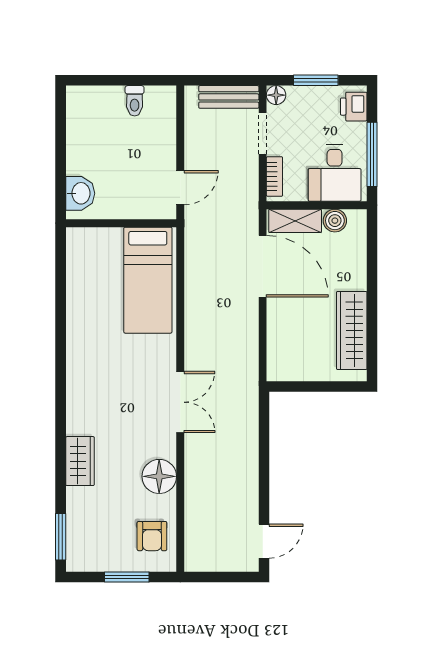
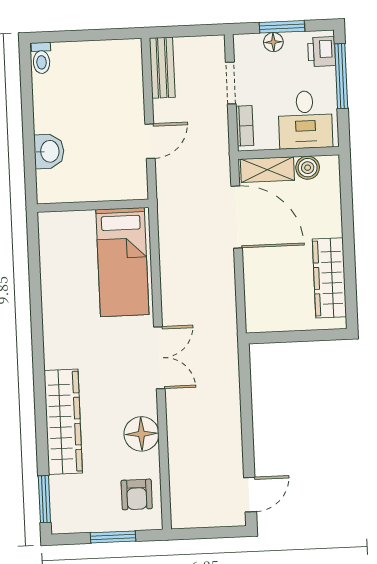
floor lamp: (276, 95) -> (273, 42), moved
bench: (229, 97) -> (162, 68), moved, turned 90
toilet: (135, 101) -> (41, 58), moved
window: (372, 154) -> (341, 76), moved
wall: (121, 223) -> (93, 206), moved
bed: (148, 280) -> (122, 262), moved
wardrobe: (80, 461) -> (63, 422), width x2.10, depth x1.17

